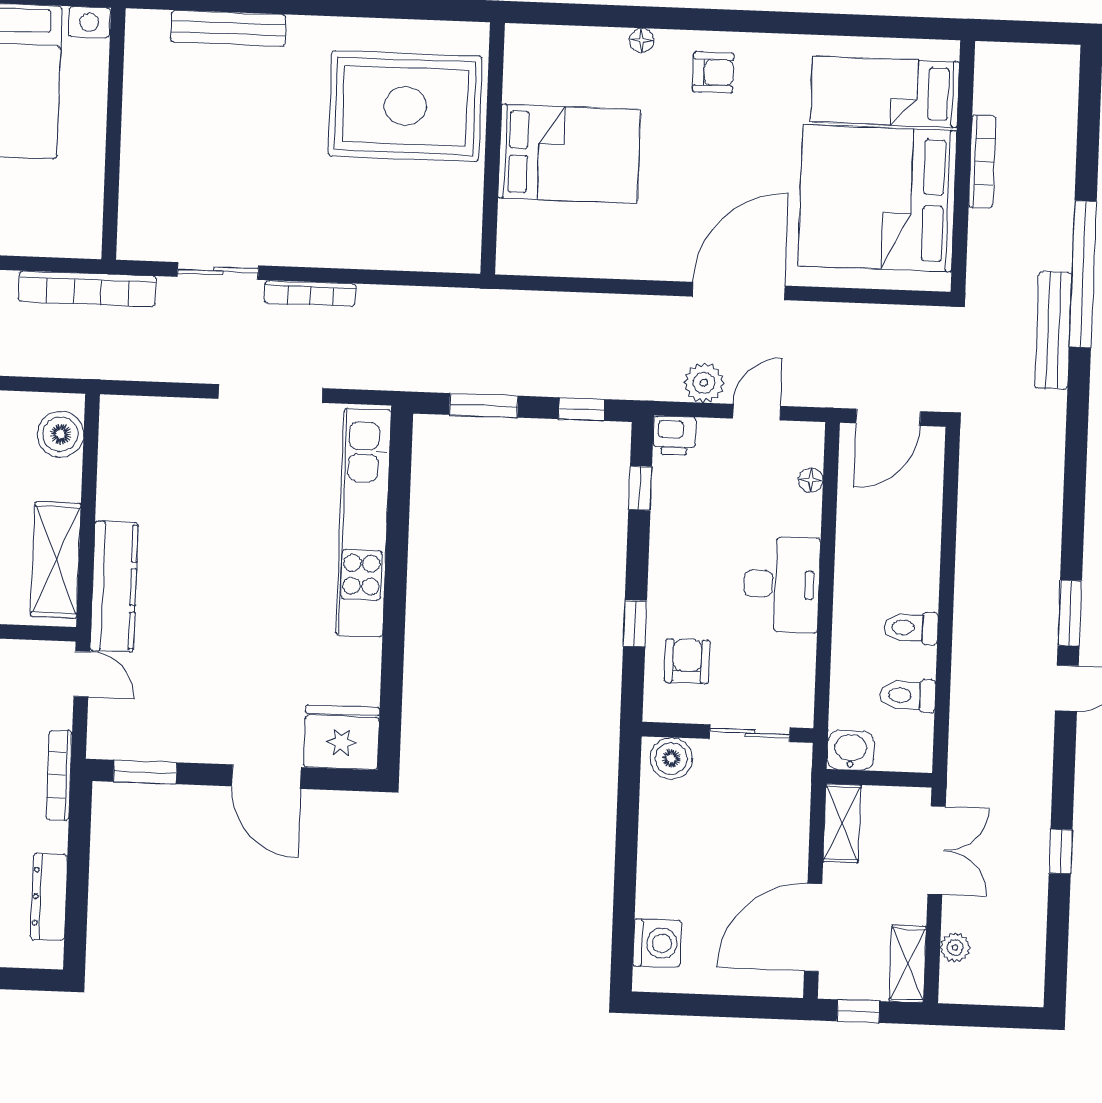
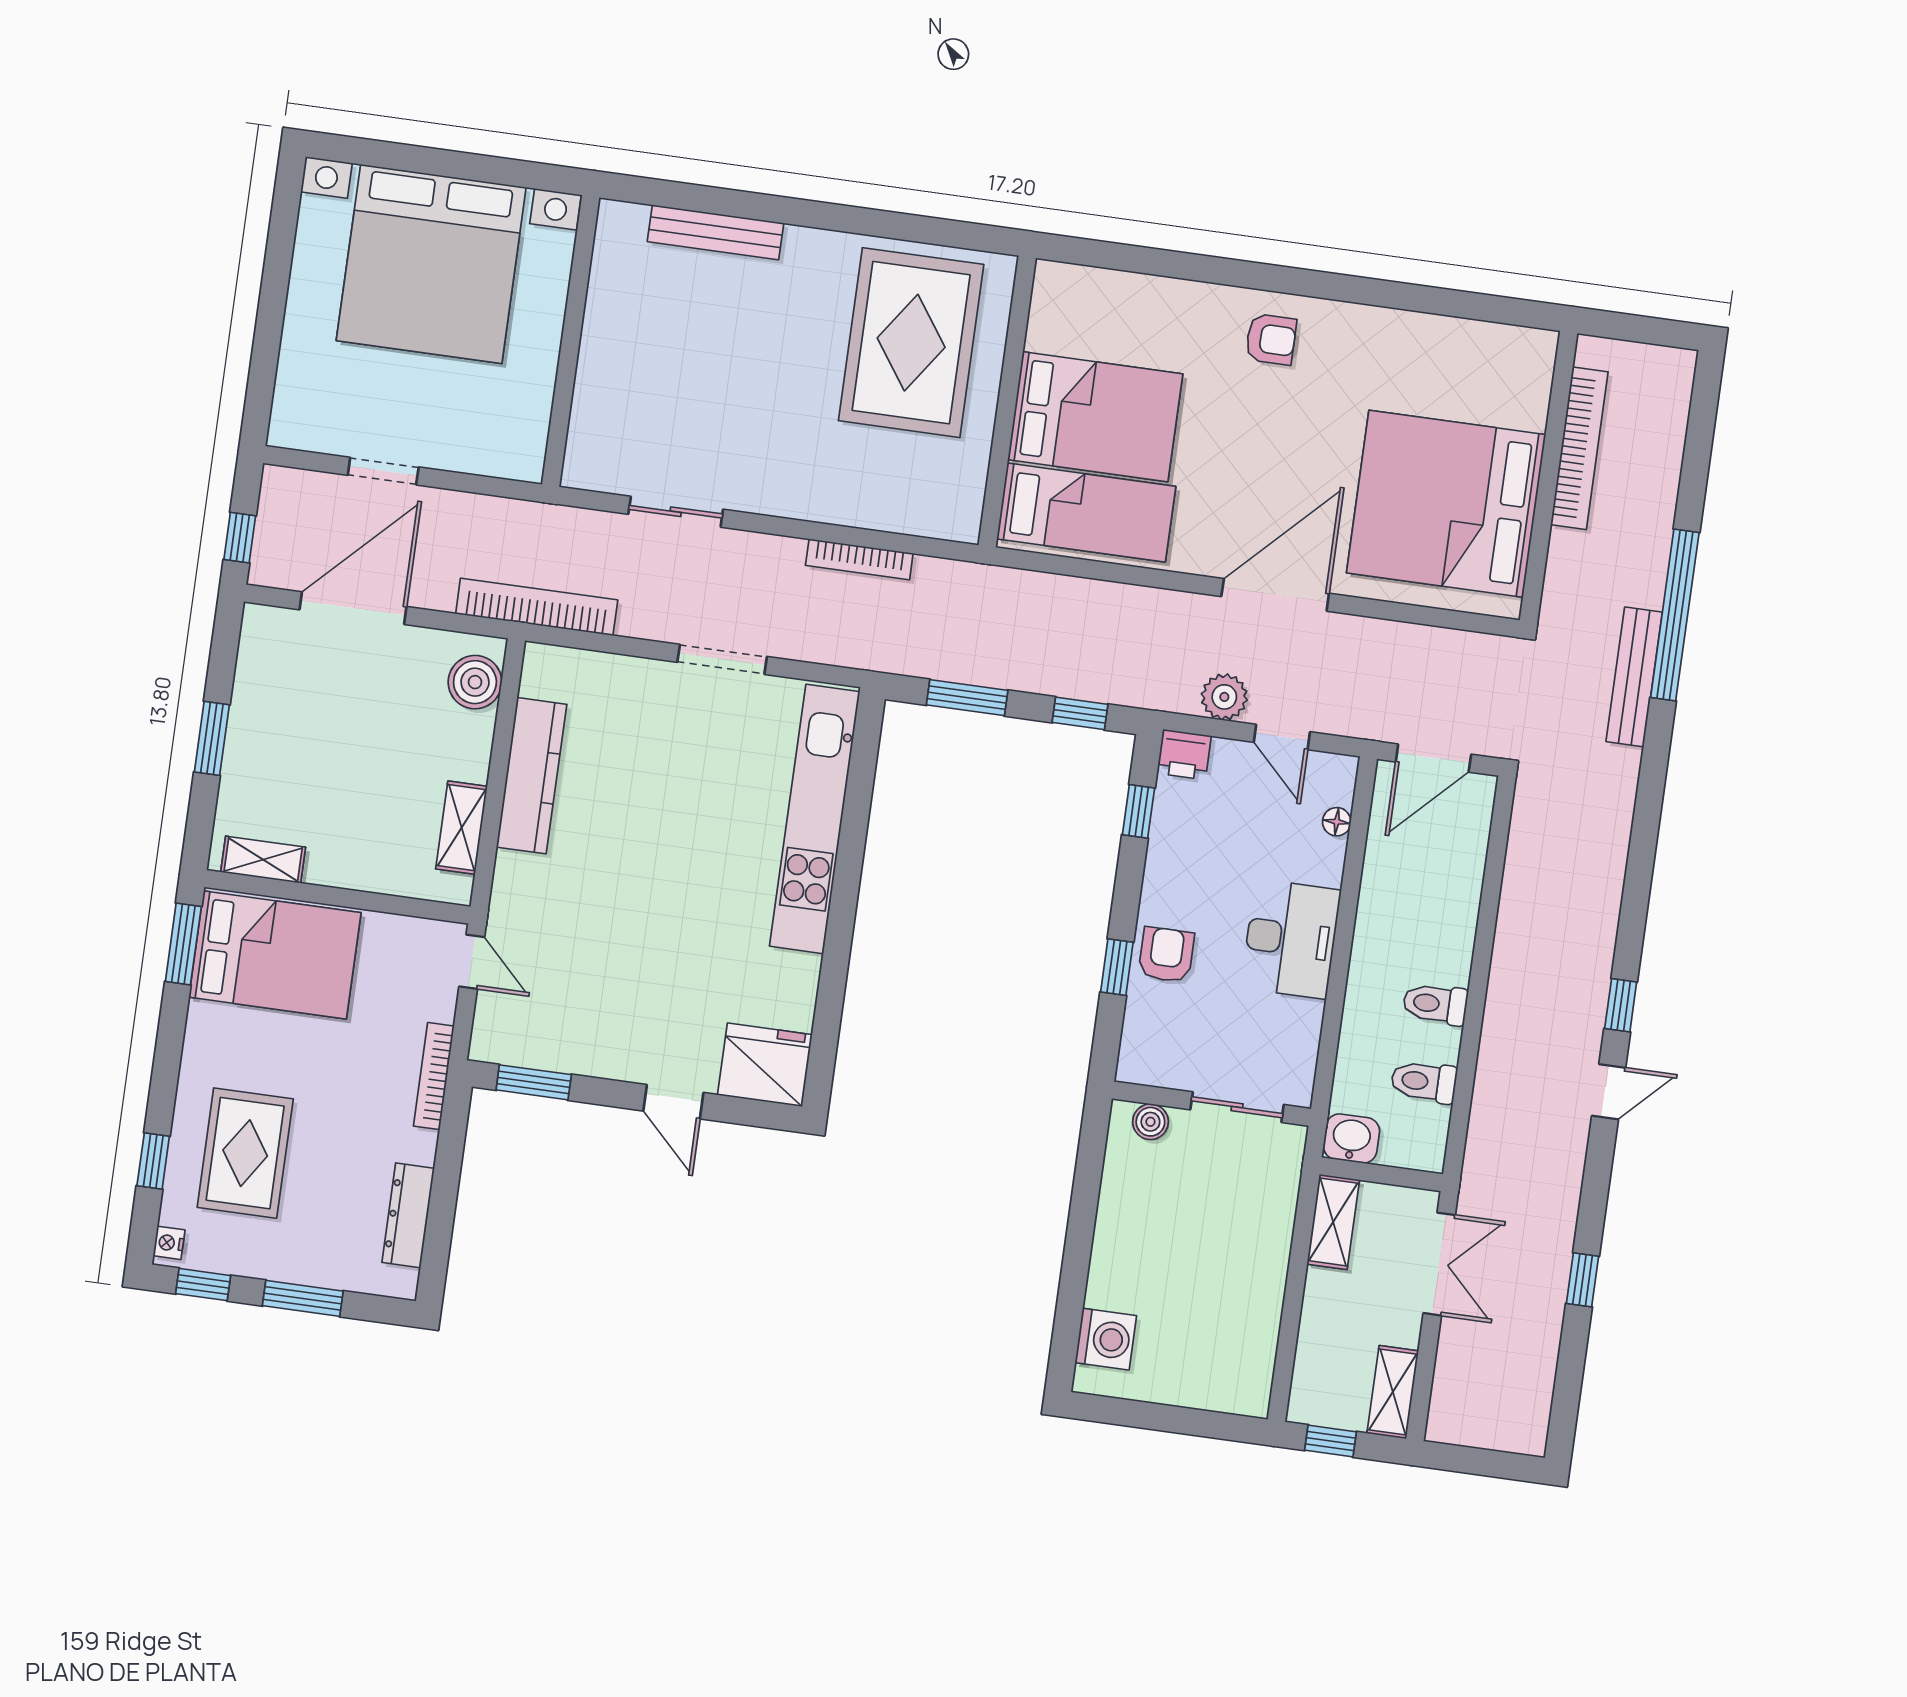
floor lamp: (642, 40) -> (1192, 294), removed
bed: (885, 92) -> (1086, 513), moved, turned 180
rug: (405, 106) -> (911, 343), turned 90
bookcase: (982, 161) -> (1579, 448), width x1.48, depth x1.31
bookcase: (87, 289) -> (537, 607), moved, turned 180
bookcase: (310, 293) -> (859, 559), moved
doorway: (270, 394) -> (722, 659), width x0.73
door: (757, 412) -> (1282, 737), swing flipped
shelving: (56, 560) -> (462, 828), width x0.67, depth x0.75
kitchen counter: (114, 586) -> (532, 776), moved
window: (1070, 613) -> (1621, 1005), width x0.67
armchair: (687, 661) -> (1166, 955), moved
boiler: (671, 758) -> (1150, 1122), width x0.73, depth x0.73
door: (266, 777) -> (673, 1102), width x0.73
door: (813, 927) -> (1288, 1339), removed
plant: (955, 948) -> (1449, 1379), removed

